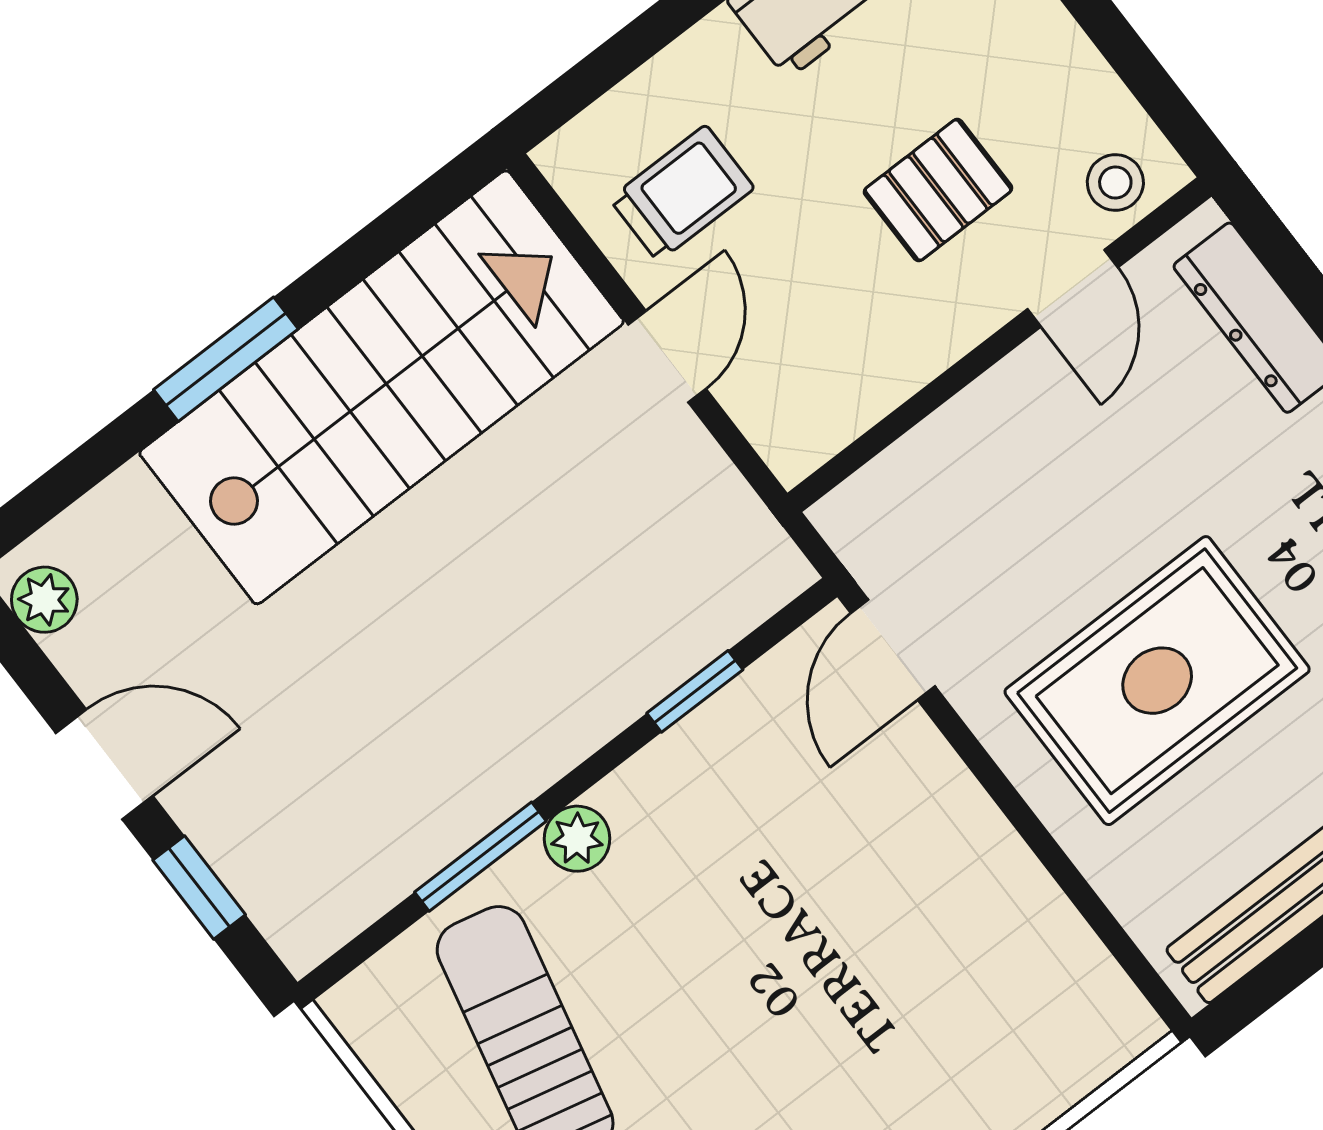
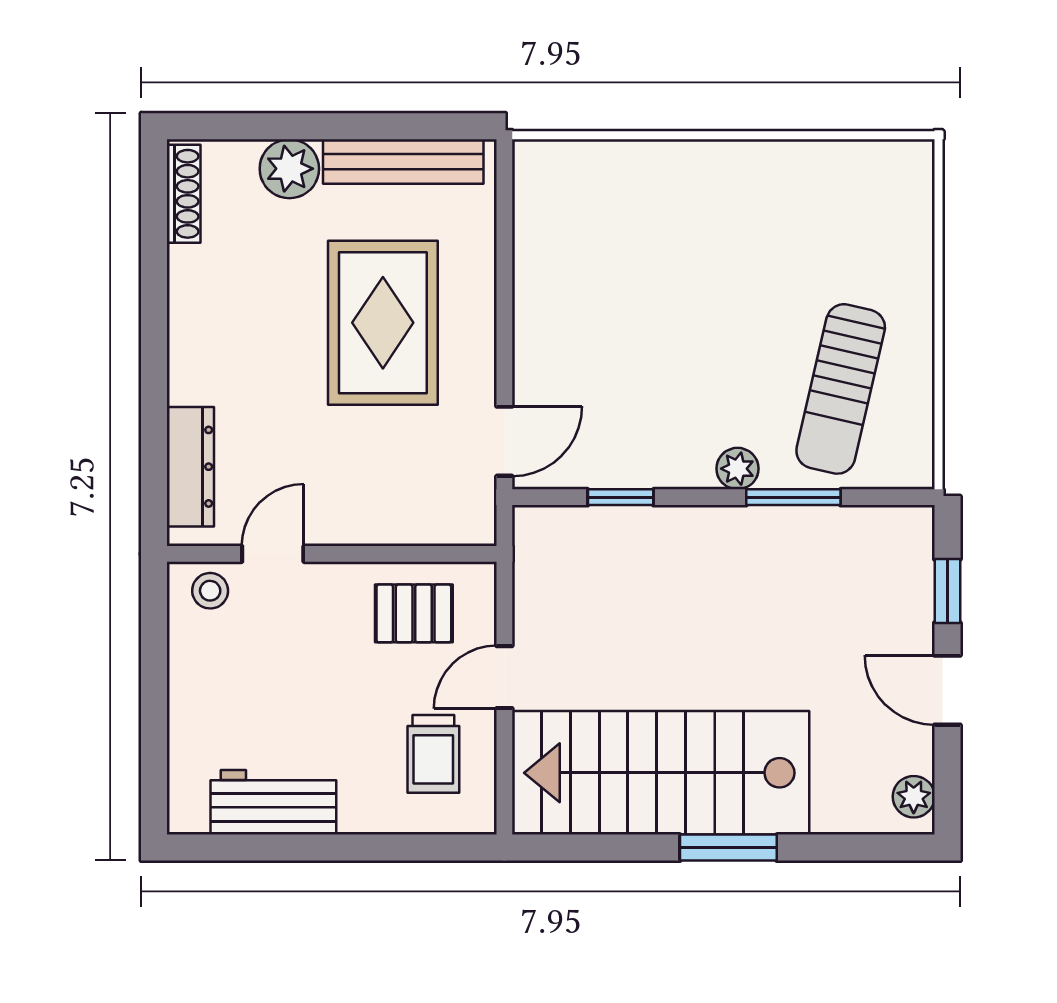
pallet: (938, 190) -> (414, 613), moved
trolley: (682, 193) -> (433, 754), turned -90
rug: (1157, 681) -> (383, 323), turned 90

